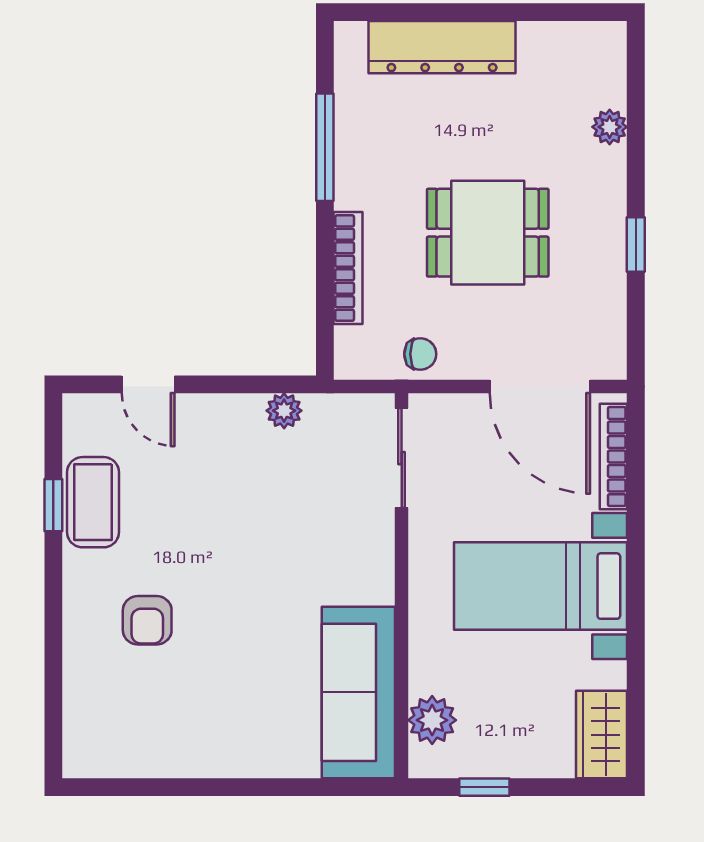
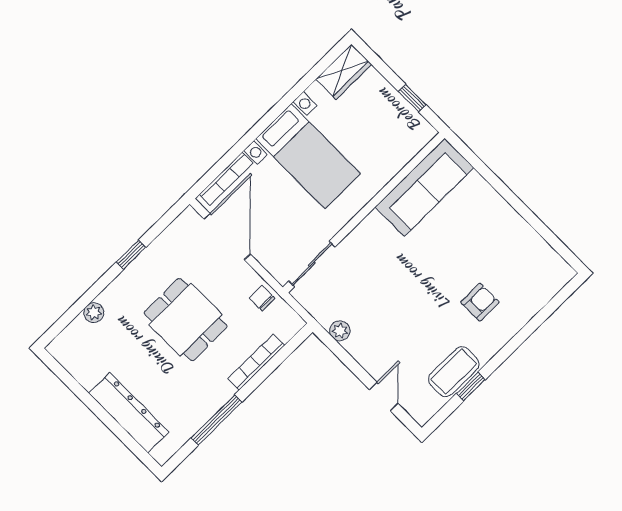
plant: (432, 720) -> (406, 146), removed

